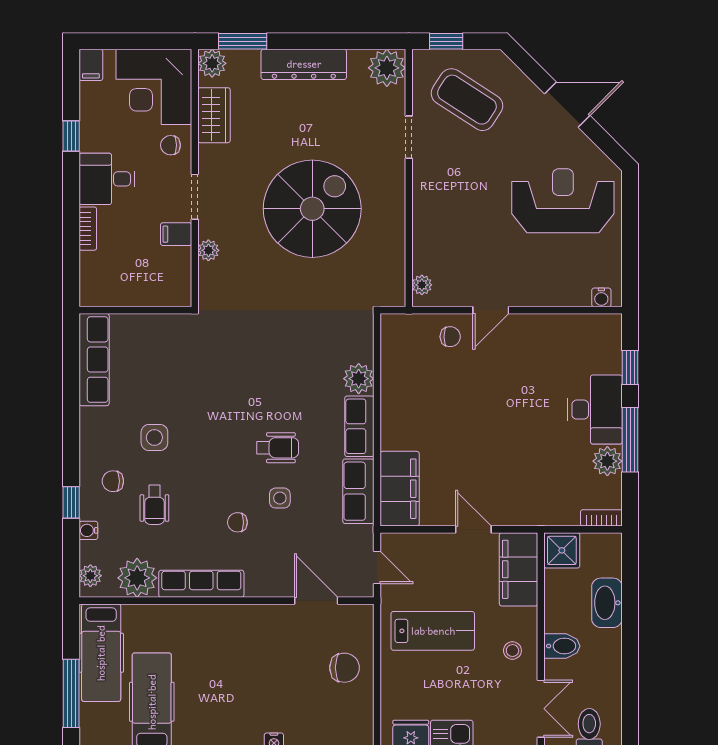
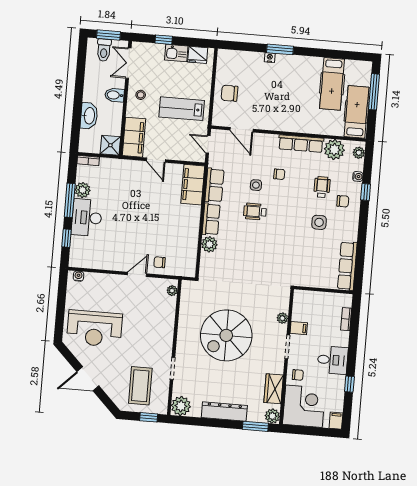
coffee table: (467, 100) -> (140, 386), turned 57
bookcase: (88, 229) -> (346, 319), moved

